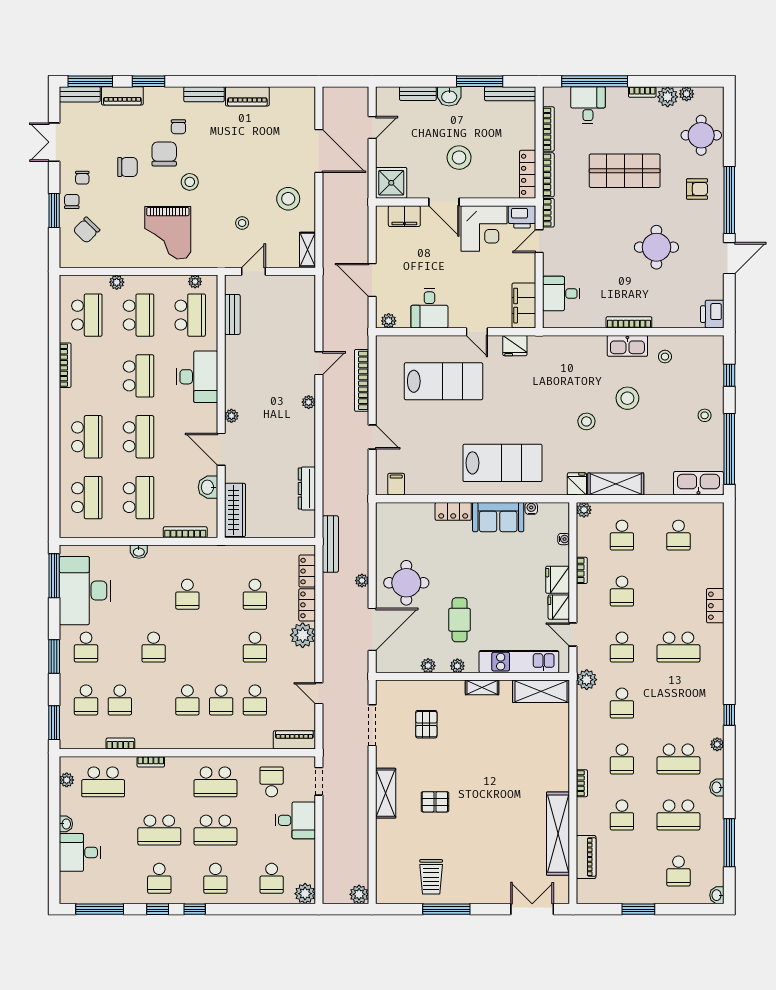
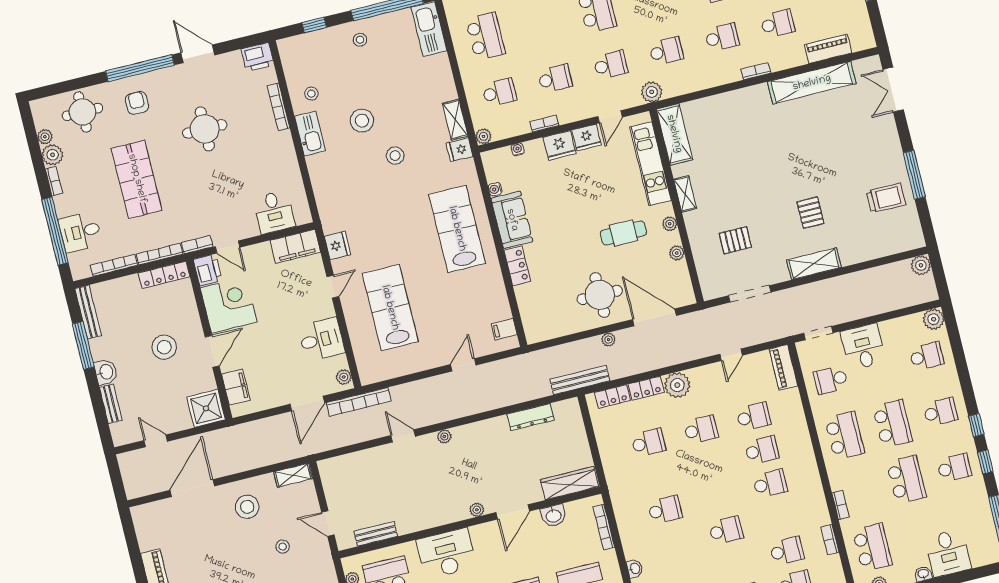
bookcase: (629, 322) -> (279, 107), moved
bookcase: (362, 380) -> (359, 402), moved
shelving: (616, 484) -> (455, 120), width x0.67, depth x0.75
school desk: (678, 535) -> (485, 36), width x1.85

